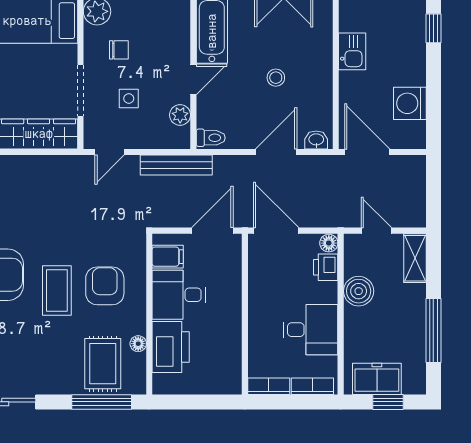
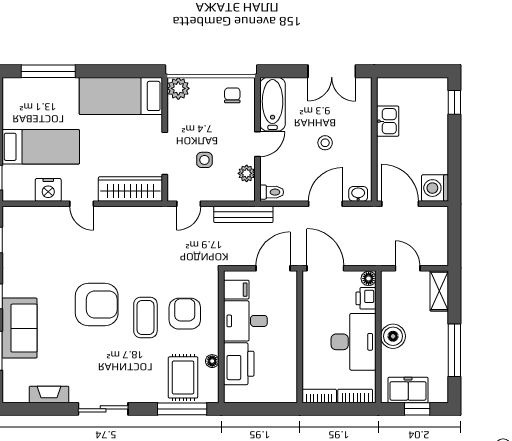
chair: (119, 50) -> (232, 95), moved, turned -90
washing machine: (410, 103) -> (435, 188), moved
boiler: (359, 291) -> (393, 336), moved
desk: (311, 330) -> (354, 342), width x1.37

